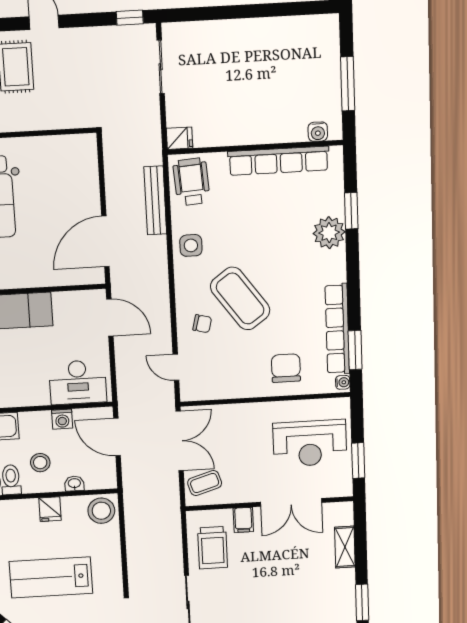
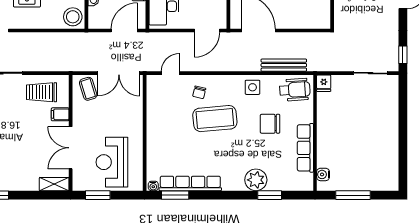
row of seats: (279, 161) -> (305, 148), width x0.73
coffee table: (240, 298) -> (215, 119), turned 31
chair: (286, 368) -> (270, 124), moved, turned 180
shelving: (345, 547) -> (54, 184), moved

